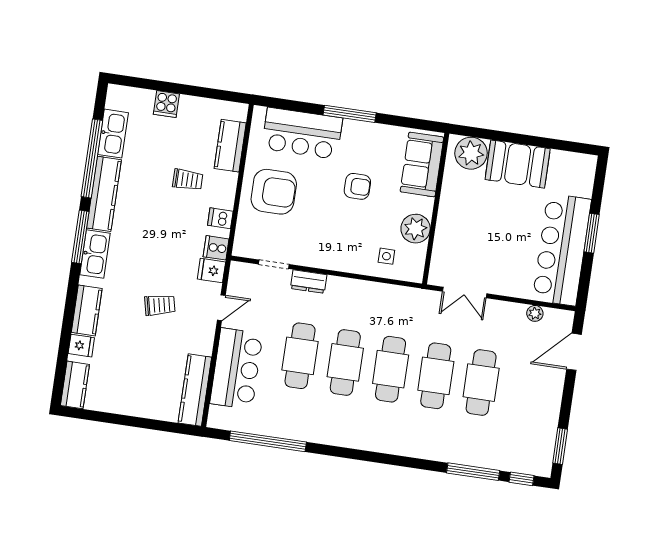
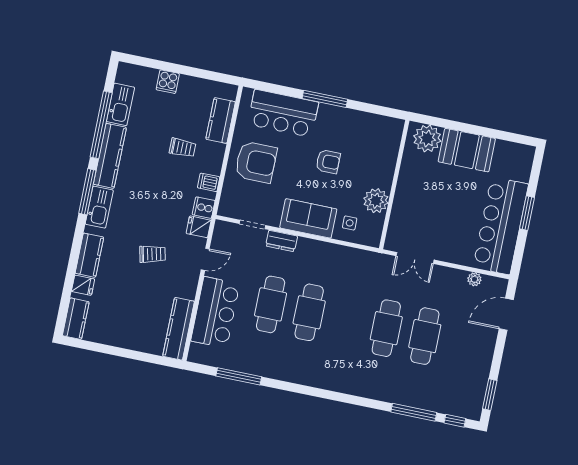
sofa: (422, 164) -> (308, 218), moved, turned 90
cafe table: (391, 369) -> (348, 320), removed
window: (268, 441) -> (239, 376), width x0.68

